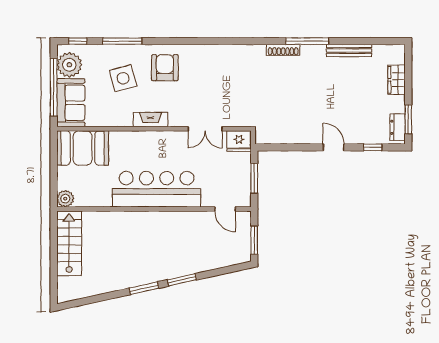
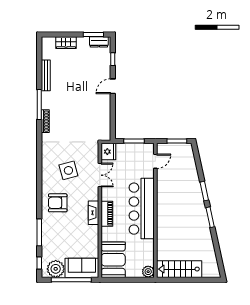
side table: (123, 78) -> (68, 170), moved
piano: (149, 139) -> (107, 214), added

